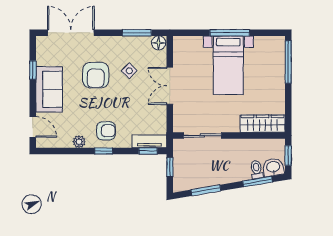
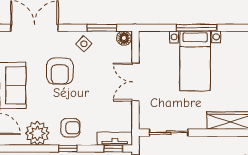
side table: (129, 71) -> (84, 44), moved
plant: (79, 142) -> (37, 133), width x1.88, depth x1.88

